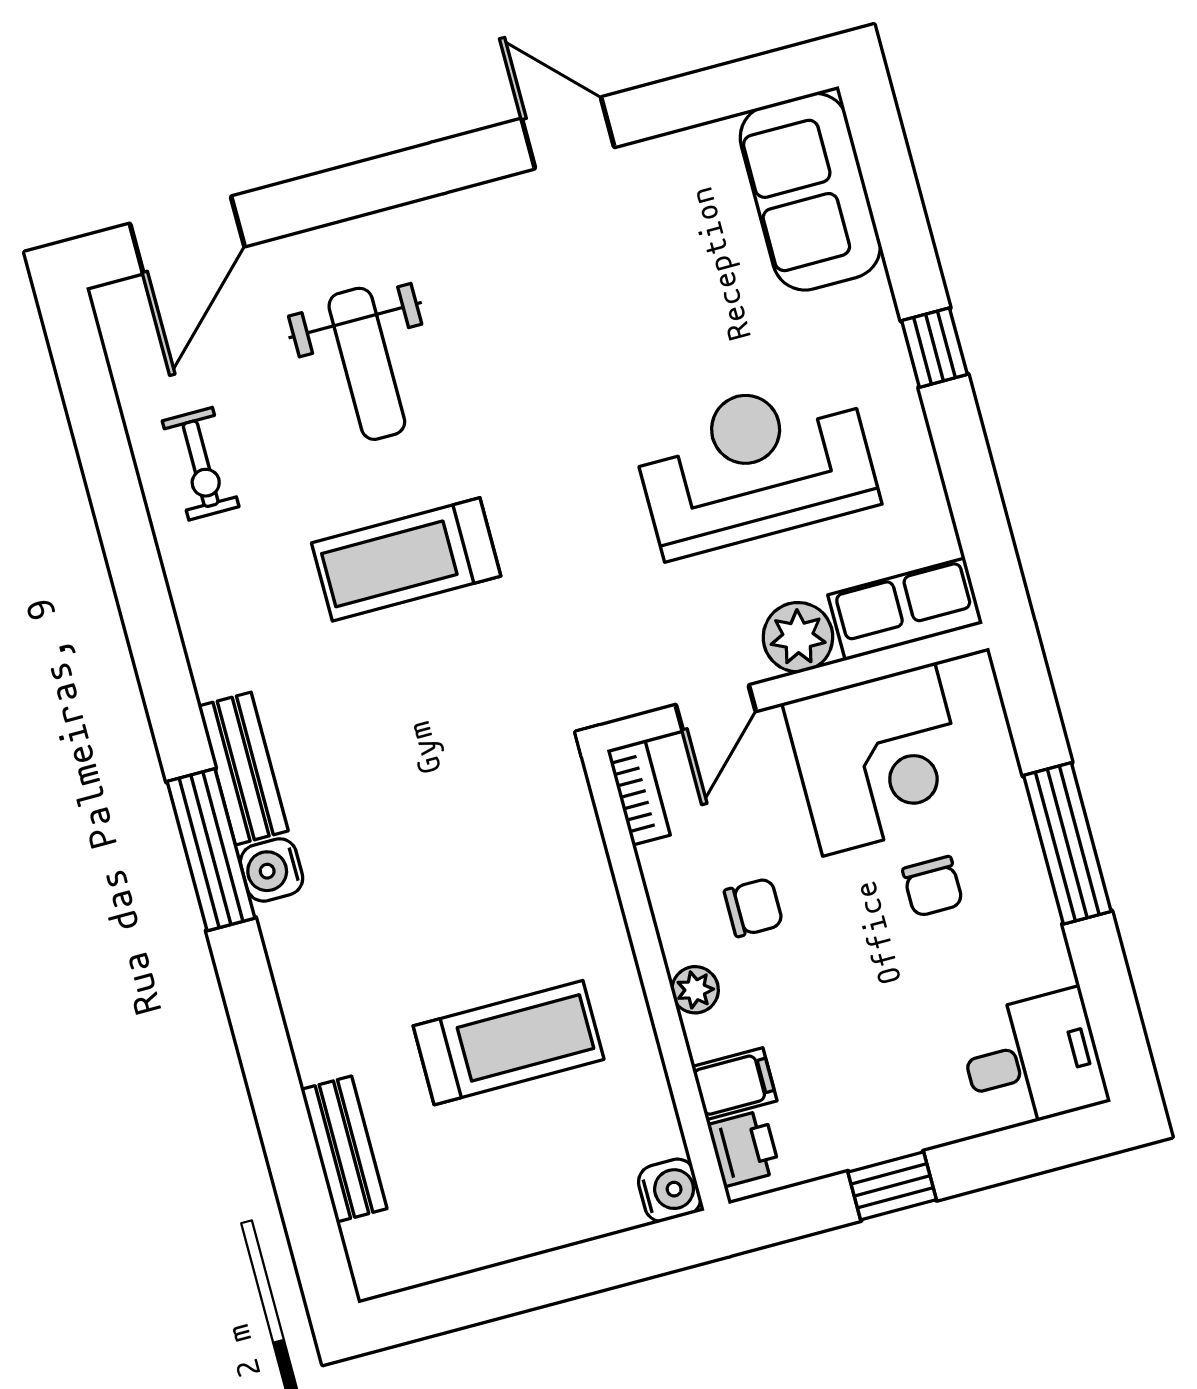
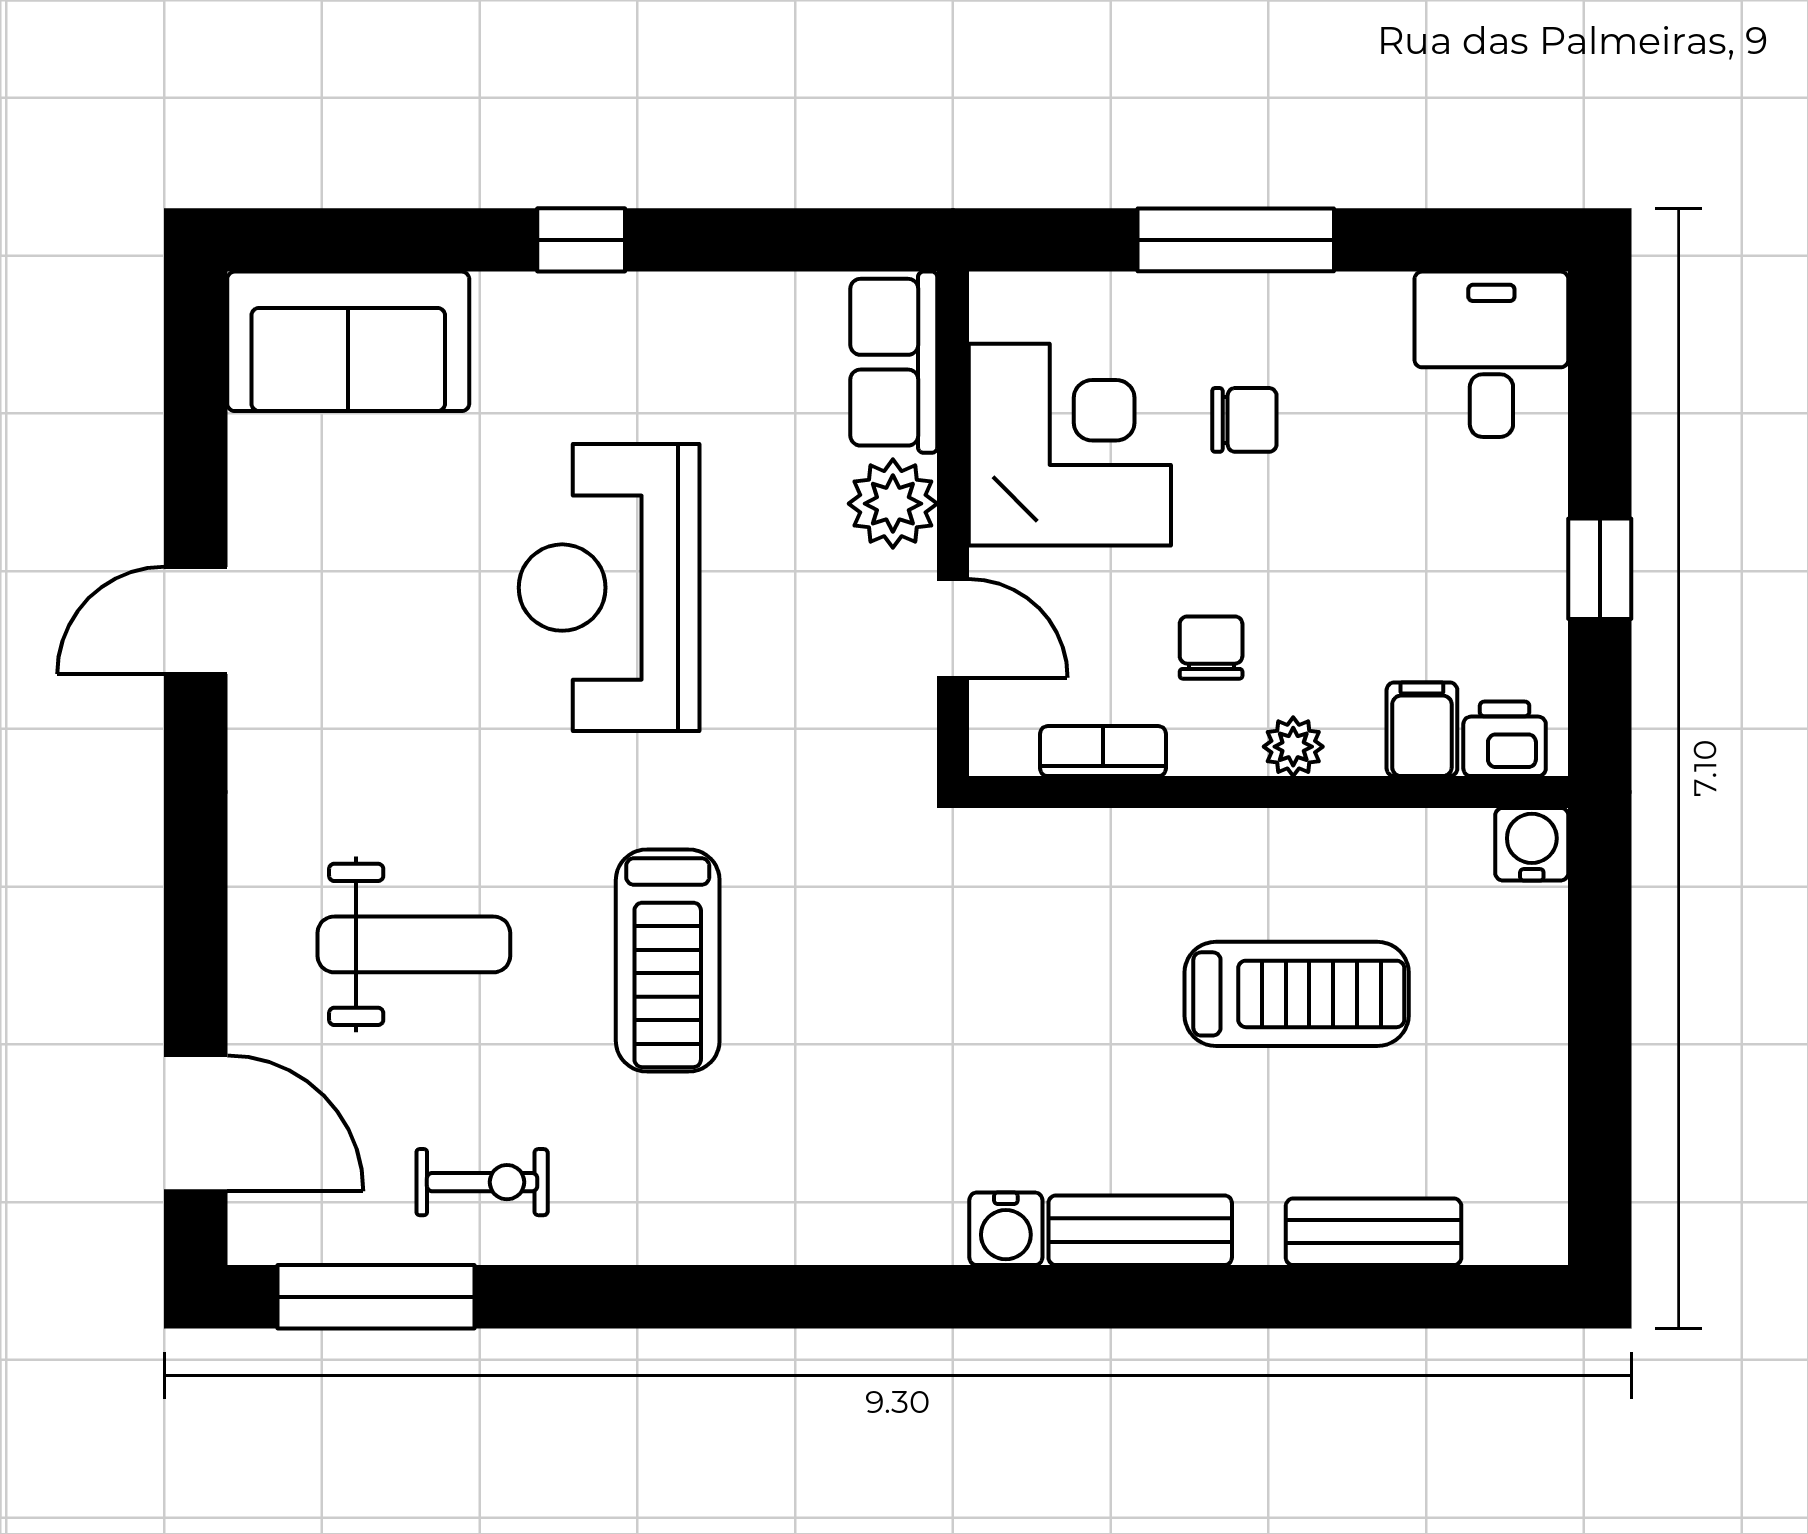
reception desk: (755, 465) -> (609, 588), moved
bench: (243, 769) -> (1140, 1230), moved
bookcase: (639, 793) -> (1103, 751), moved
window: (211, 850) -> (376, 1297), moved
treadmill: (509, 1043) -> (1297, 994), turned 90

